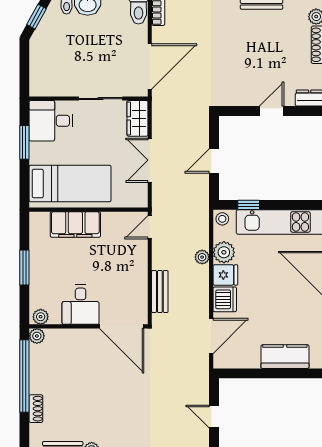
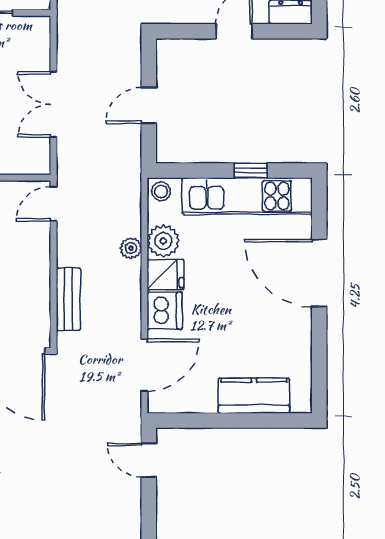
wardrobe: (137, 118) -> (35, 42), removed
window: (249, 205) -> (251, 170), moved
door: (214, 417) -> (149, 460), moved

